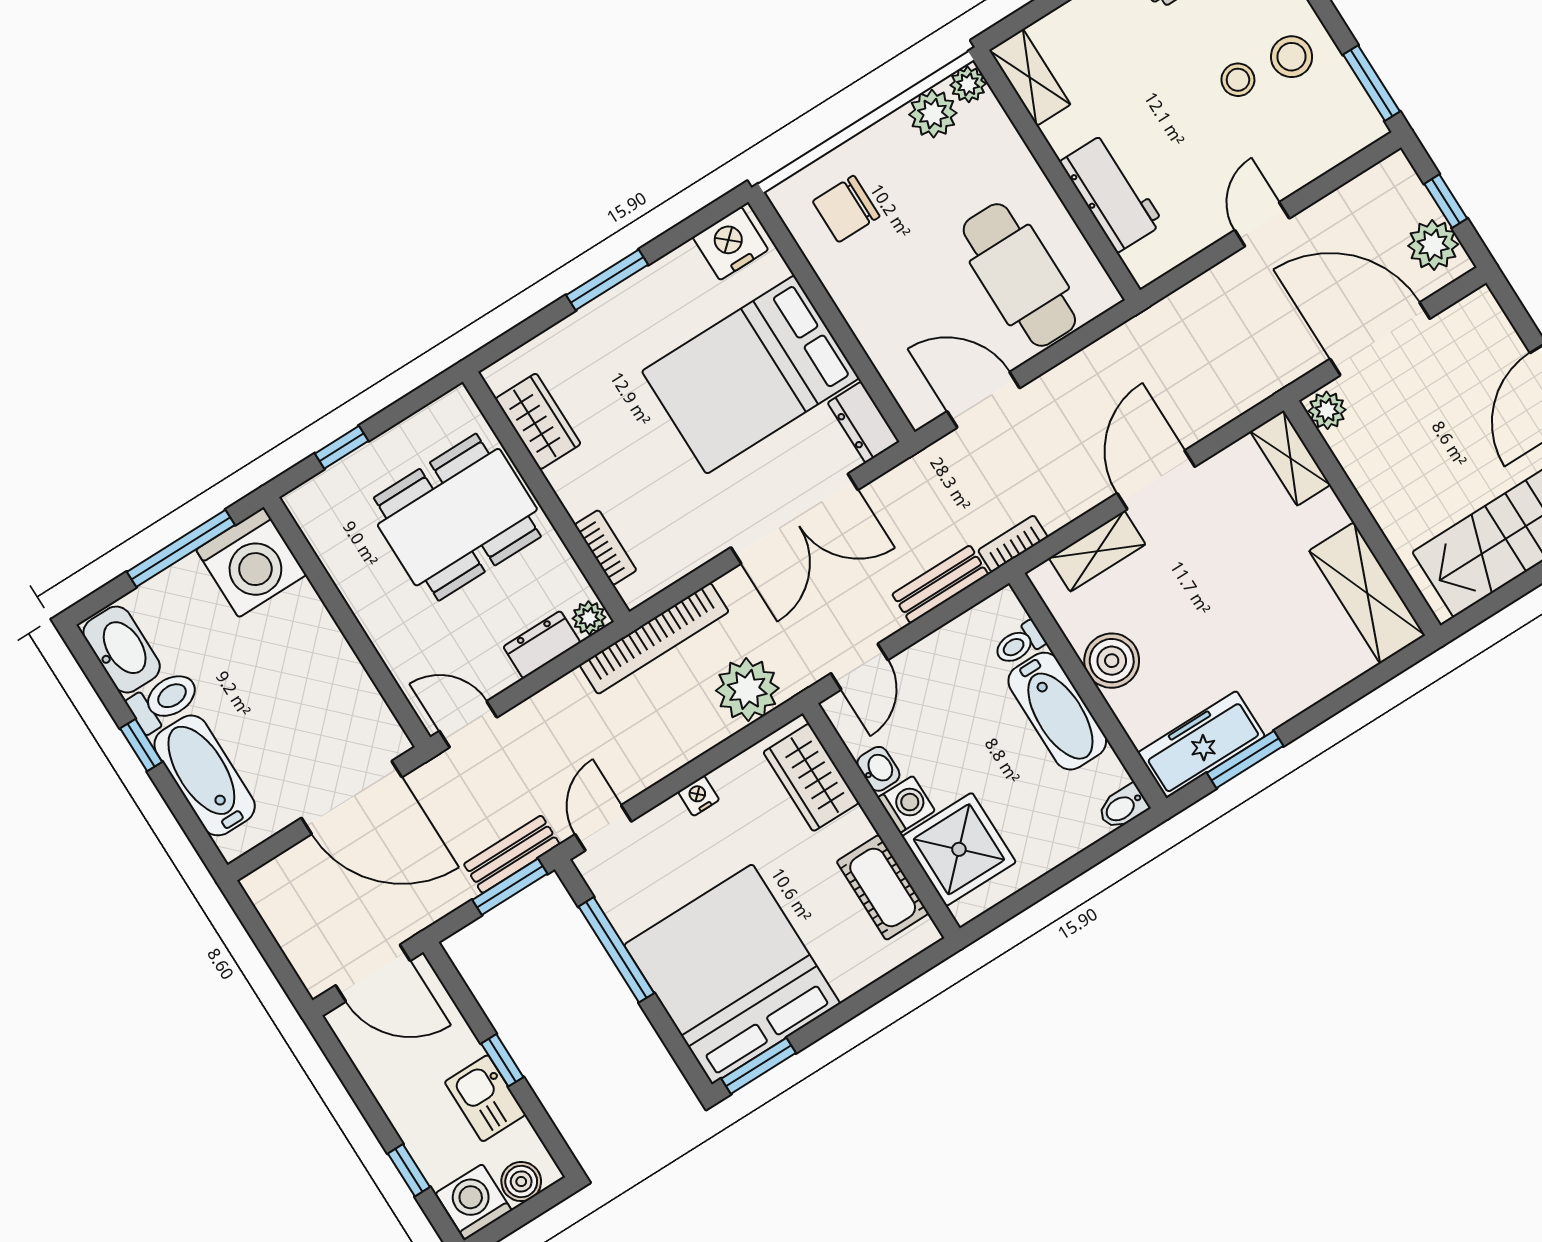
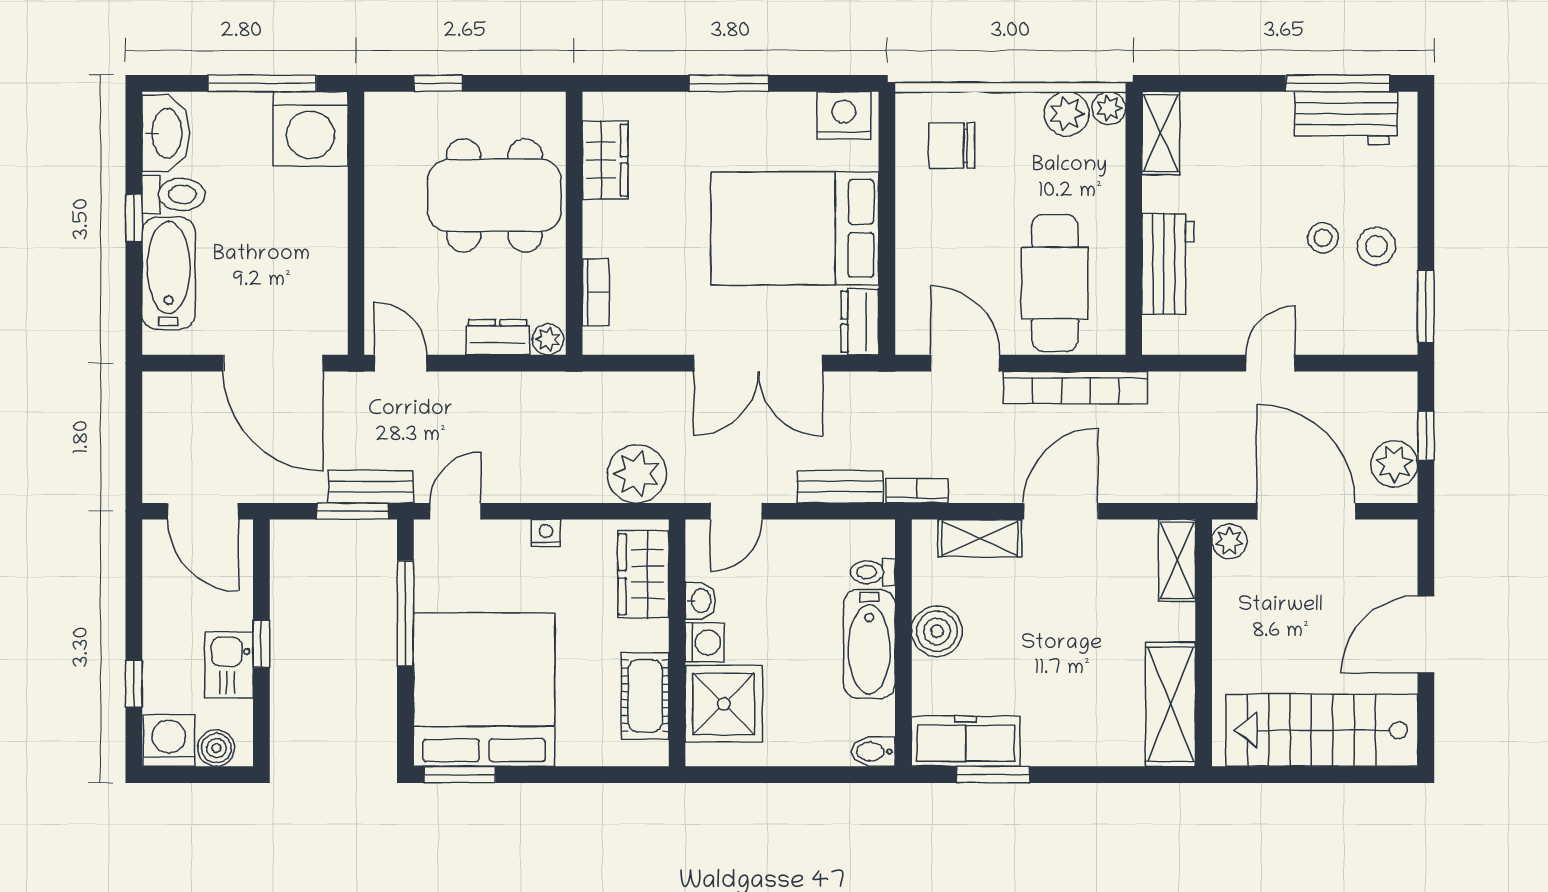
bookcase: (654, 638) -> (1076, 388), moved

